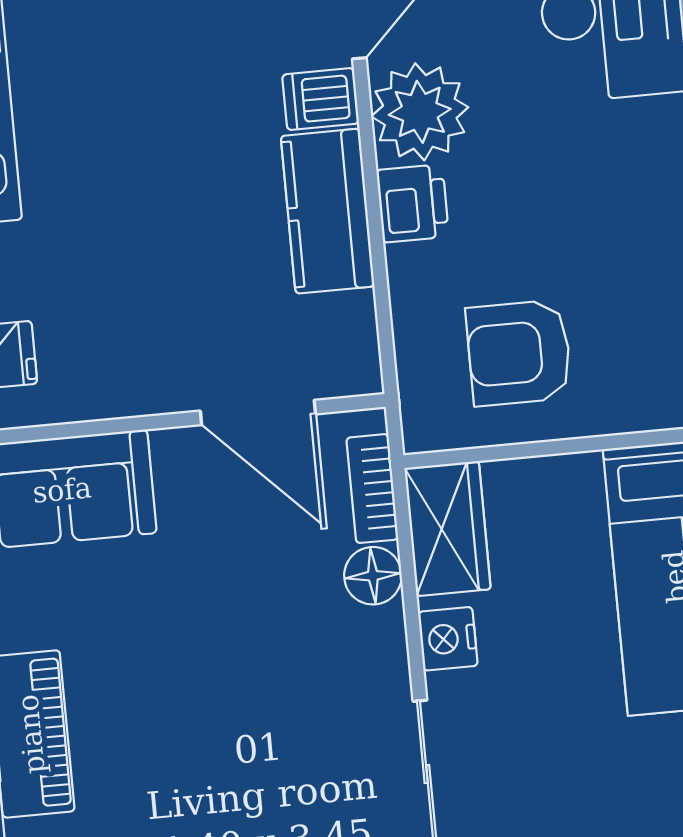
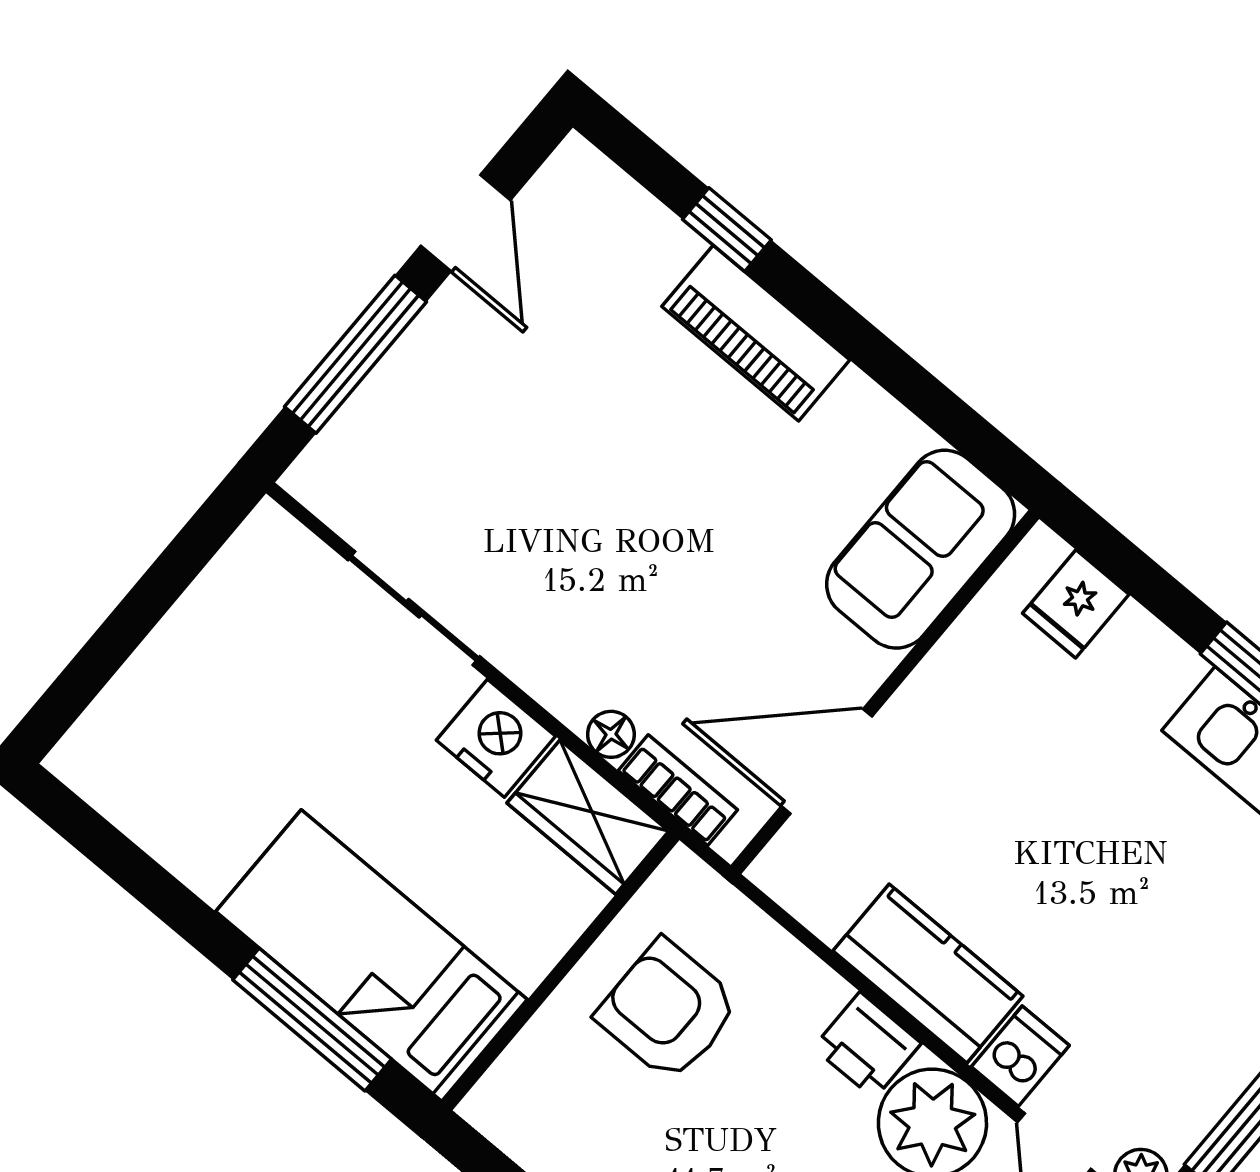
armchair: (519, 353) -> (668, 1010), turned -90
floor lamp: (373, 576) -> (611, 734), width x0.73, depth x0.73
nightstand: (448, 639) -> (496, 738), width x1.36, depth x1.33

